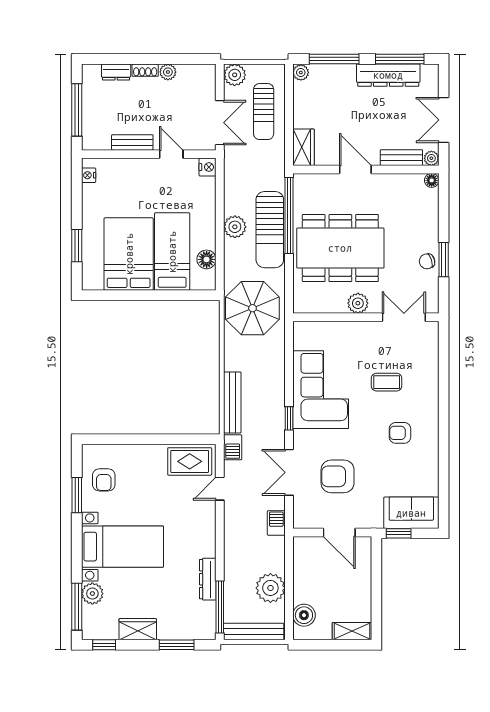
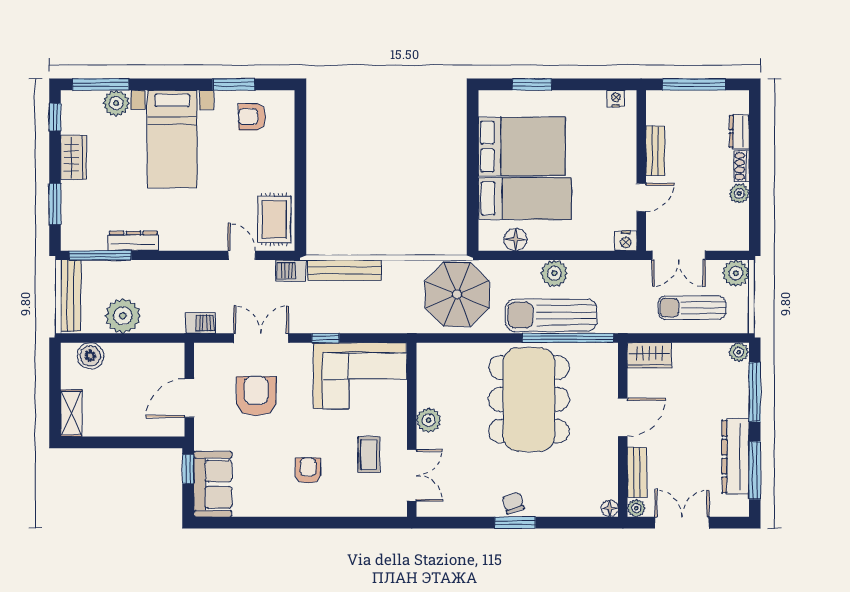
plant: (358, 303) -> (429, 420), moved
wall: (366, 317) -> (412, 430), moved
double door: (404, 317) -> (412, 475), moved

